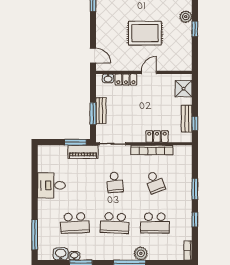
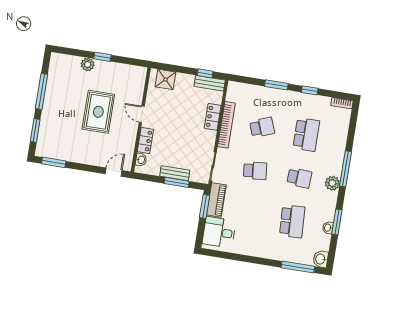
bench: (187, 119) -> (210, 83), moved
desk: (51, 185) -> (219, 232), moved, turned 90
school desk: (115, 223) -> (299, 178), width x0.54
plant: (141, 253) -> (332, 183), moved
washbasin: (61, 254) -> (321, 259), moved

